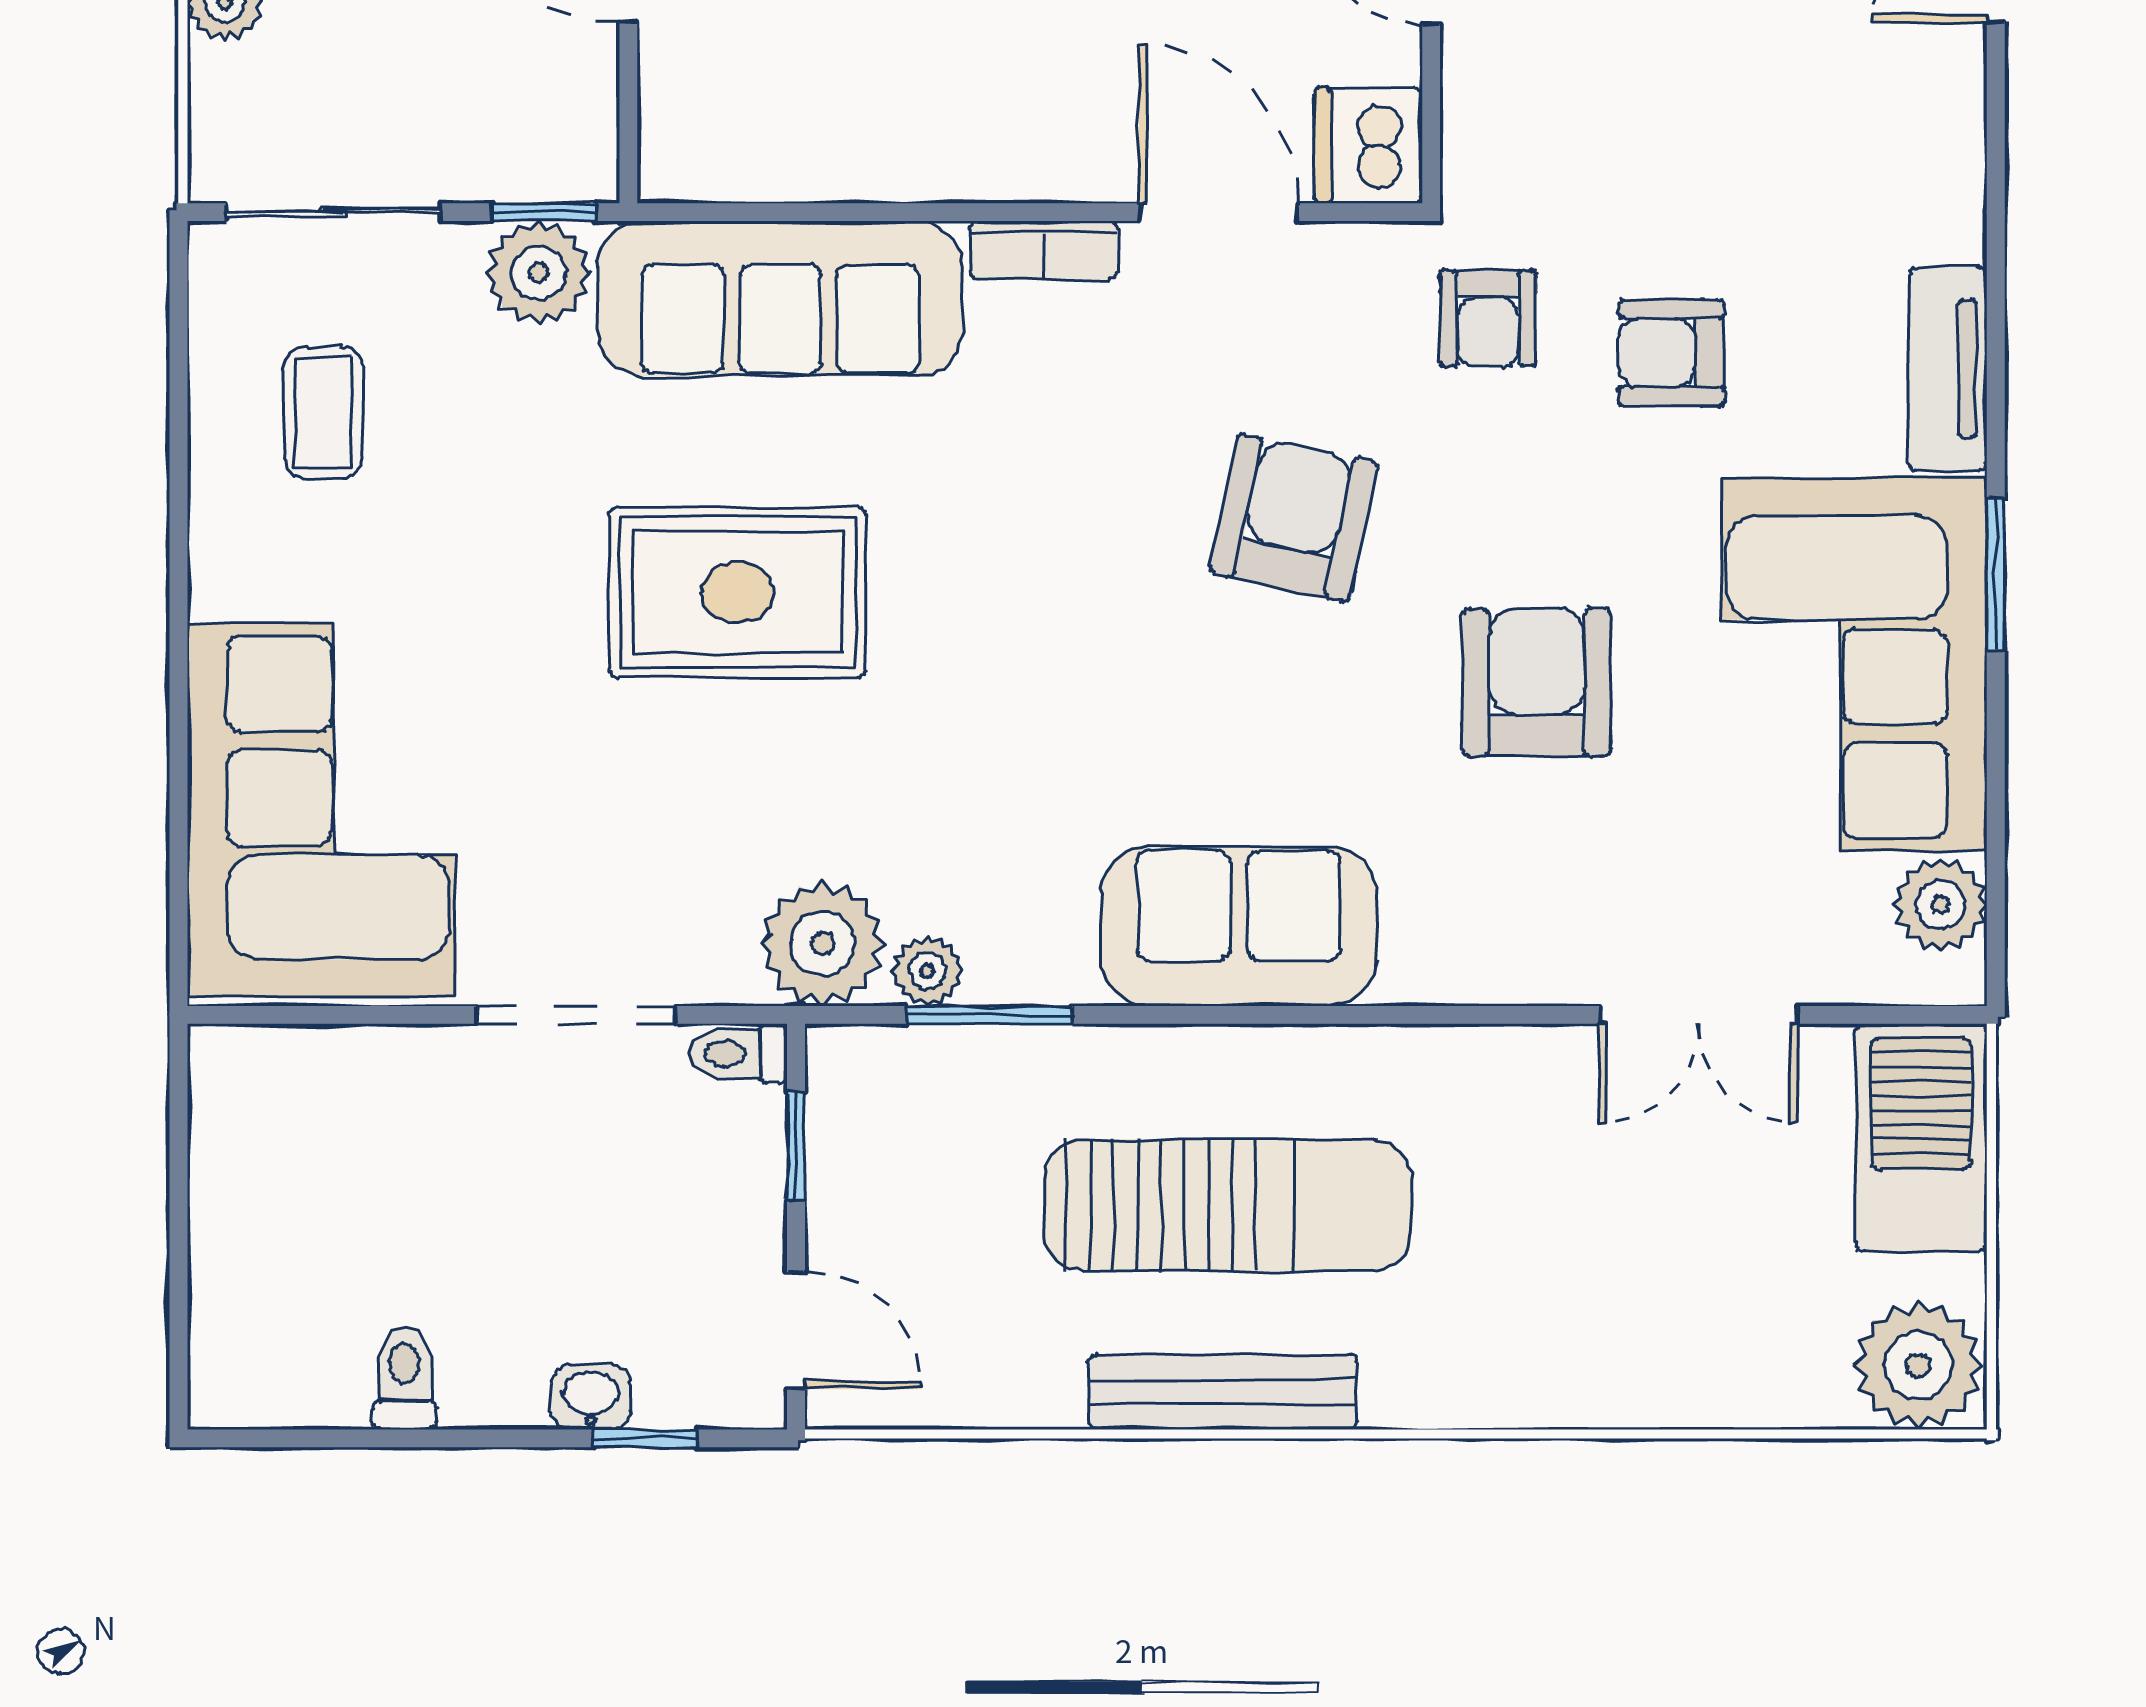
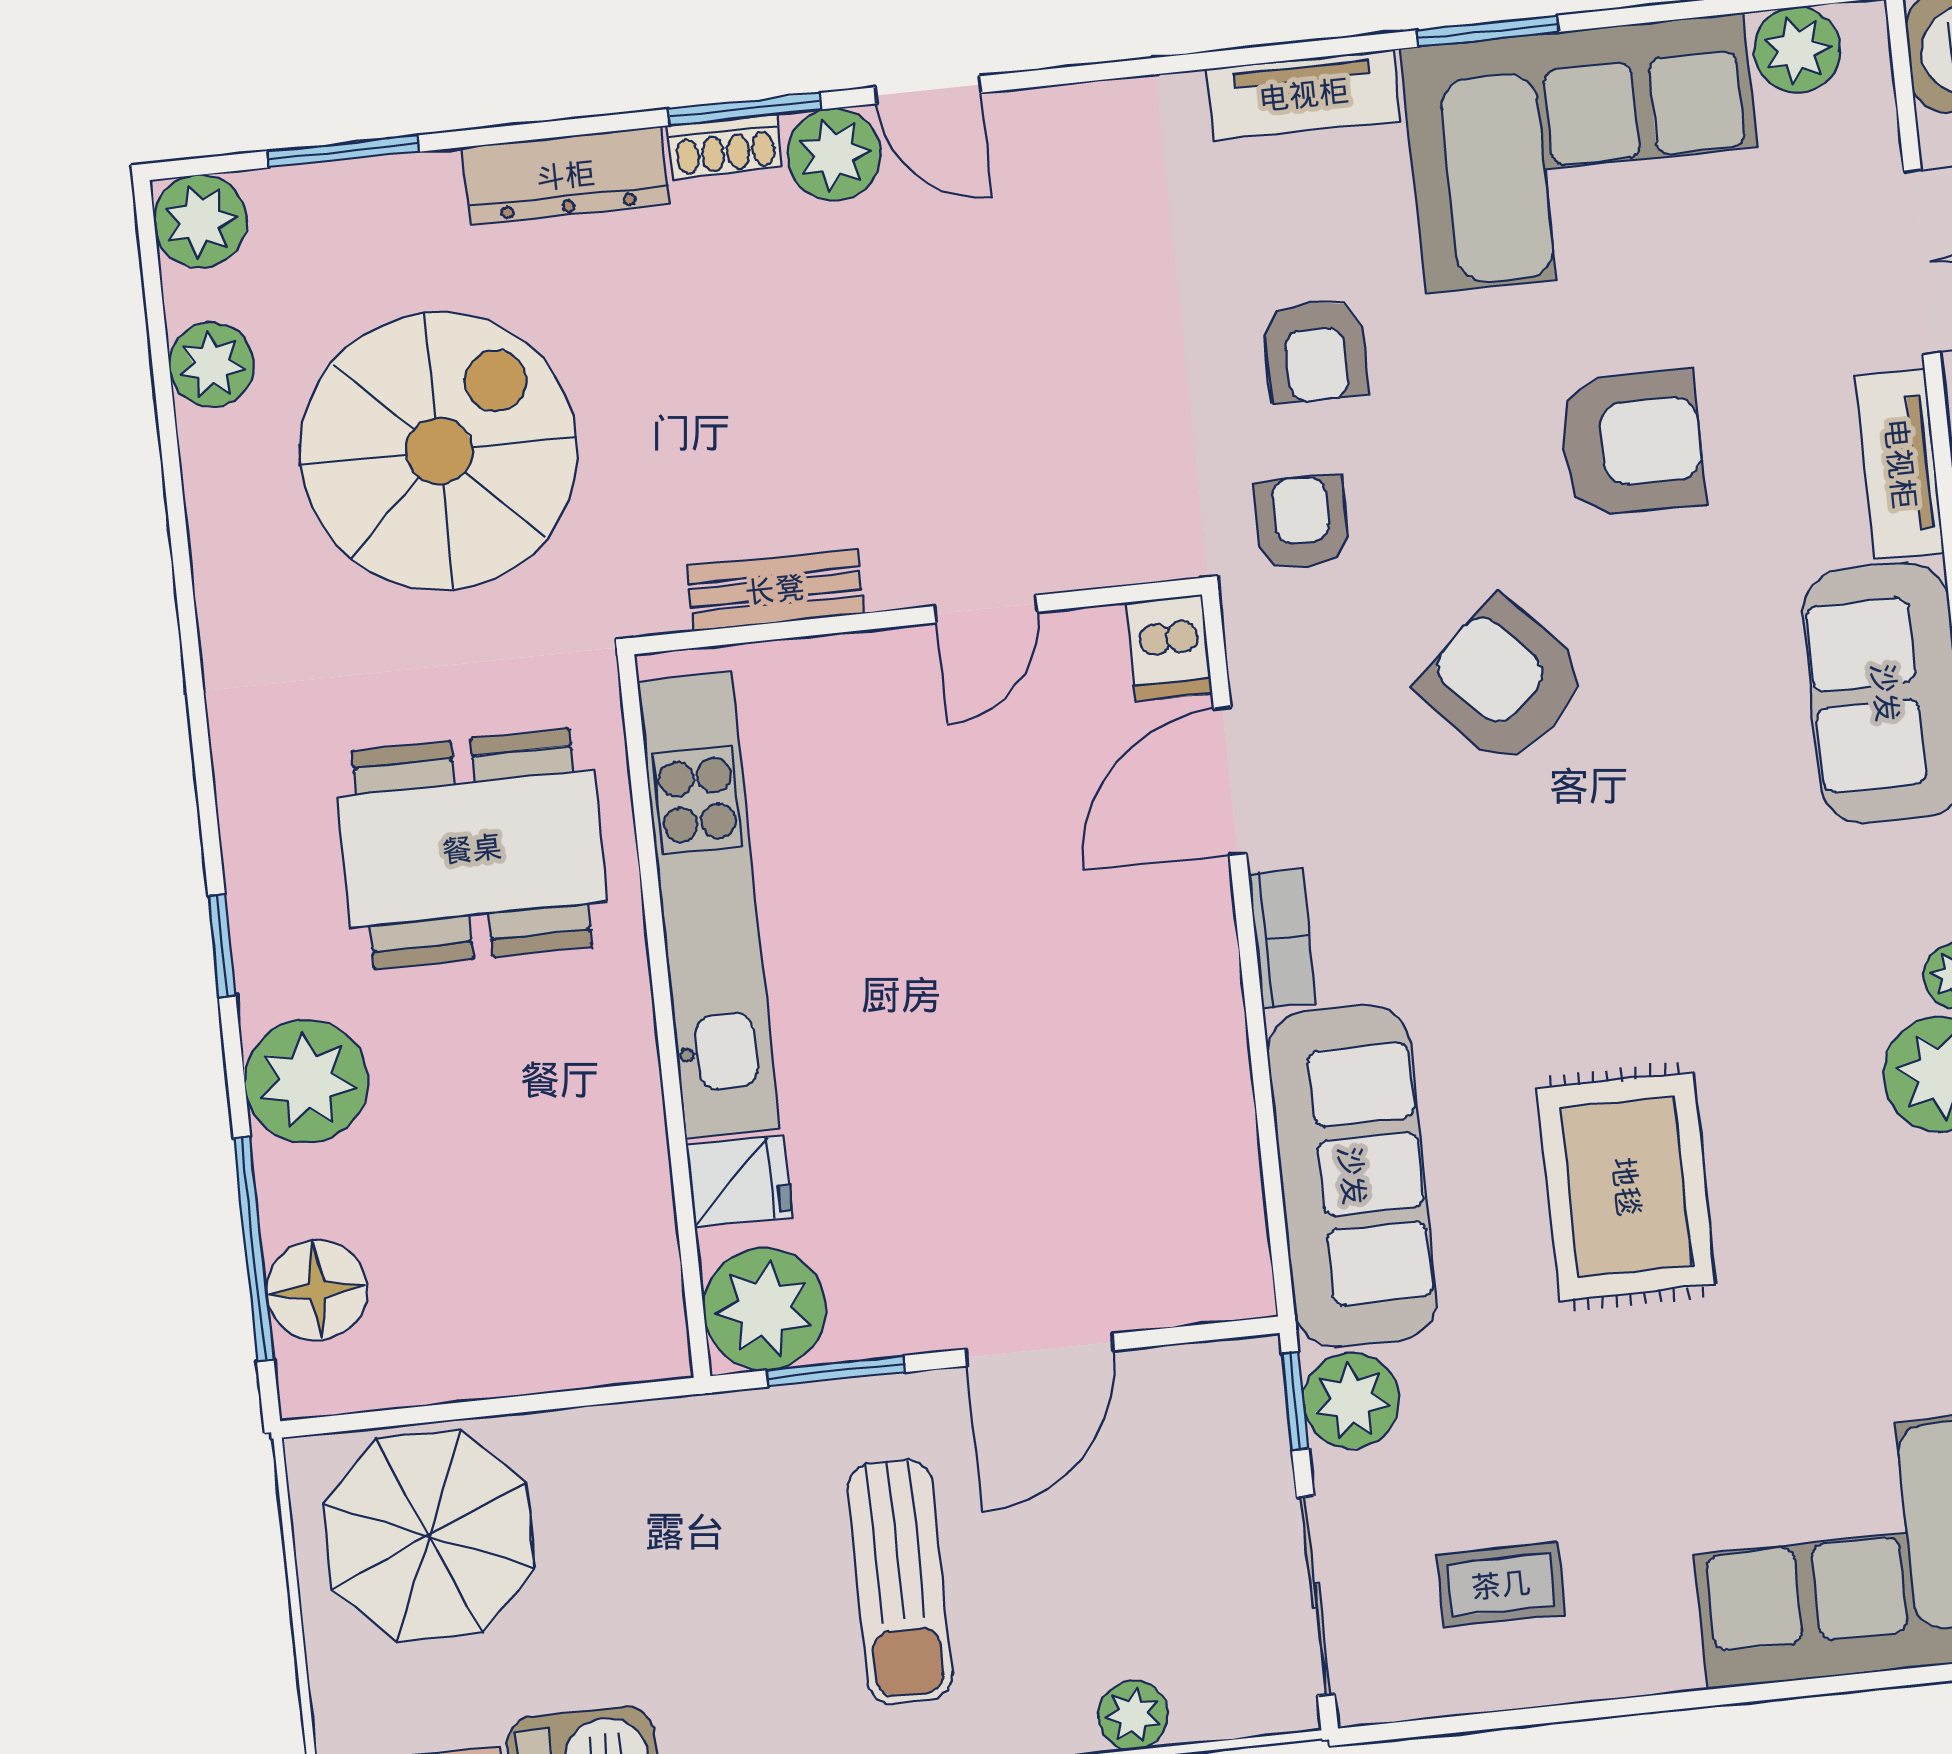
dishwasher: (1368, 146) -> (1169, 648), width x0.73
armchair: (1488, 318) -> (1302, 523), turned -90
armchair: (1294, 518) -> (1504, 682), turned 35
armchair: (1537, 682) -> (1632, 443), turned 180
tv unit: (1484, 968) -> (1900, 464), added

